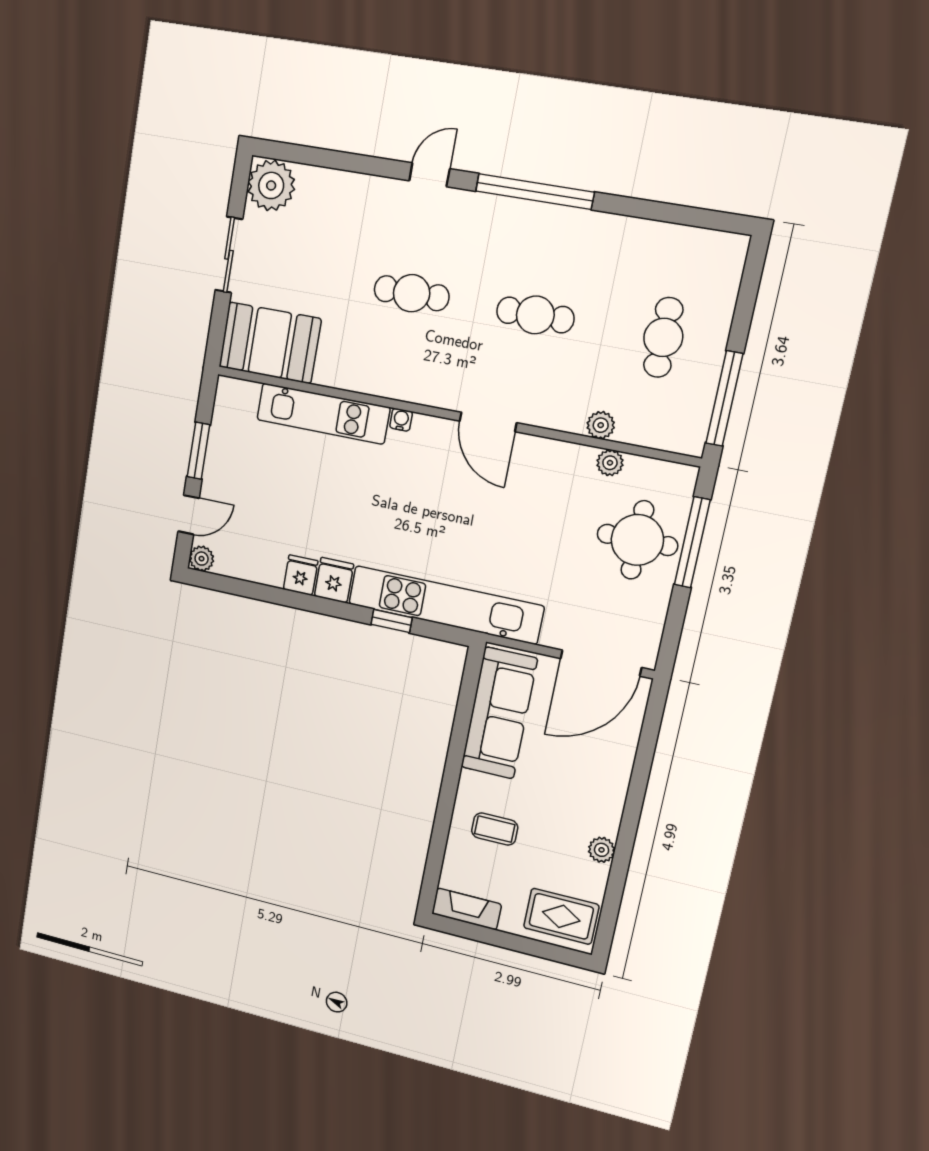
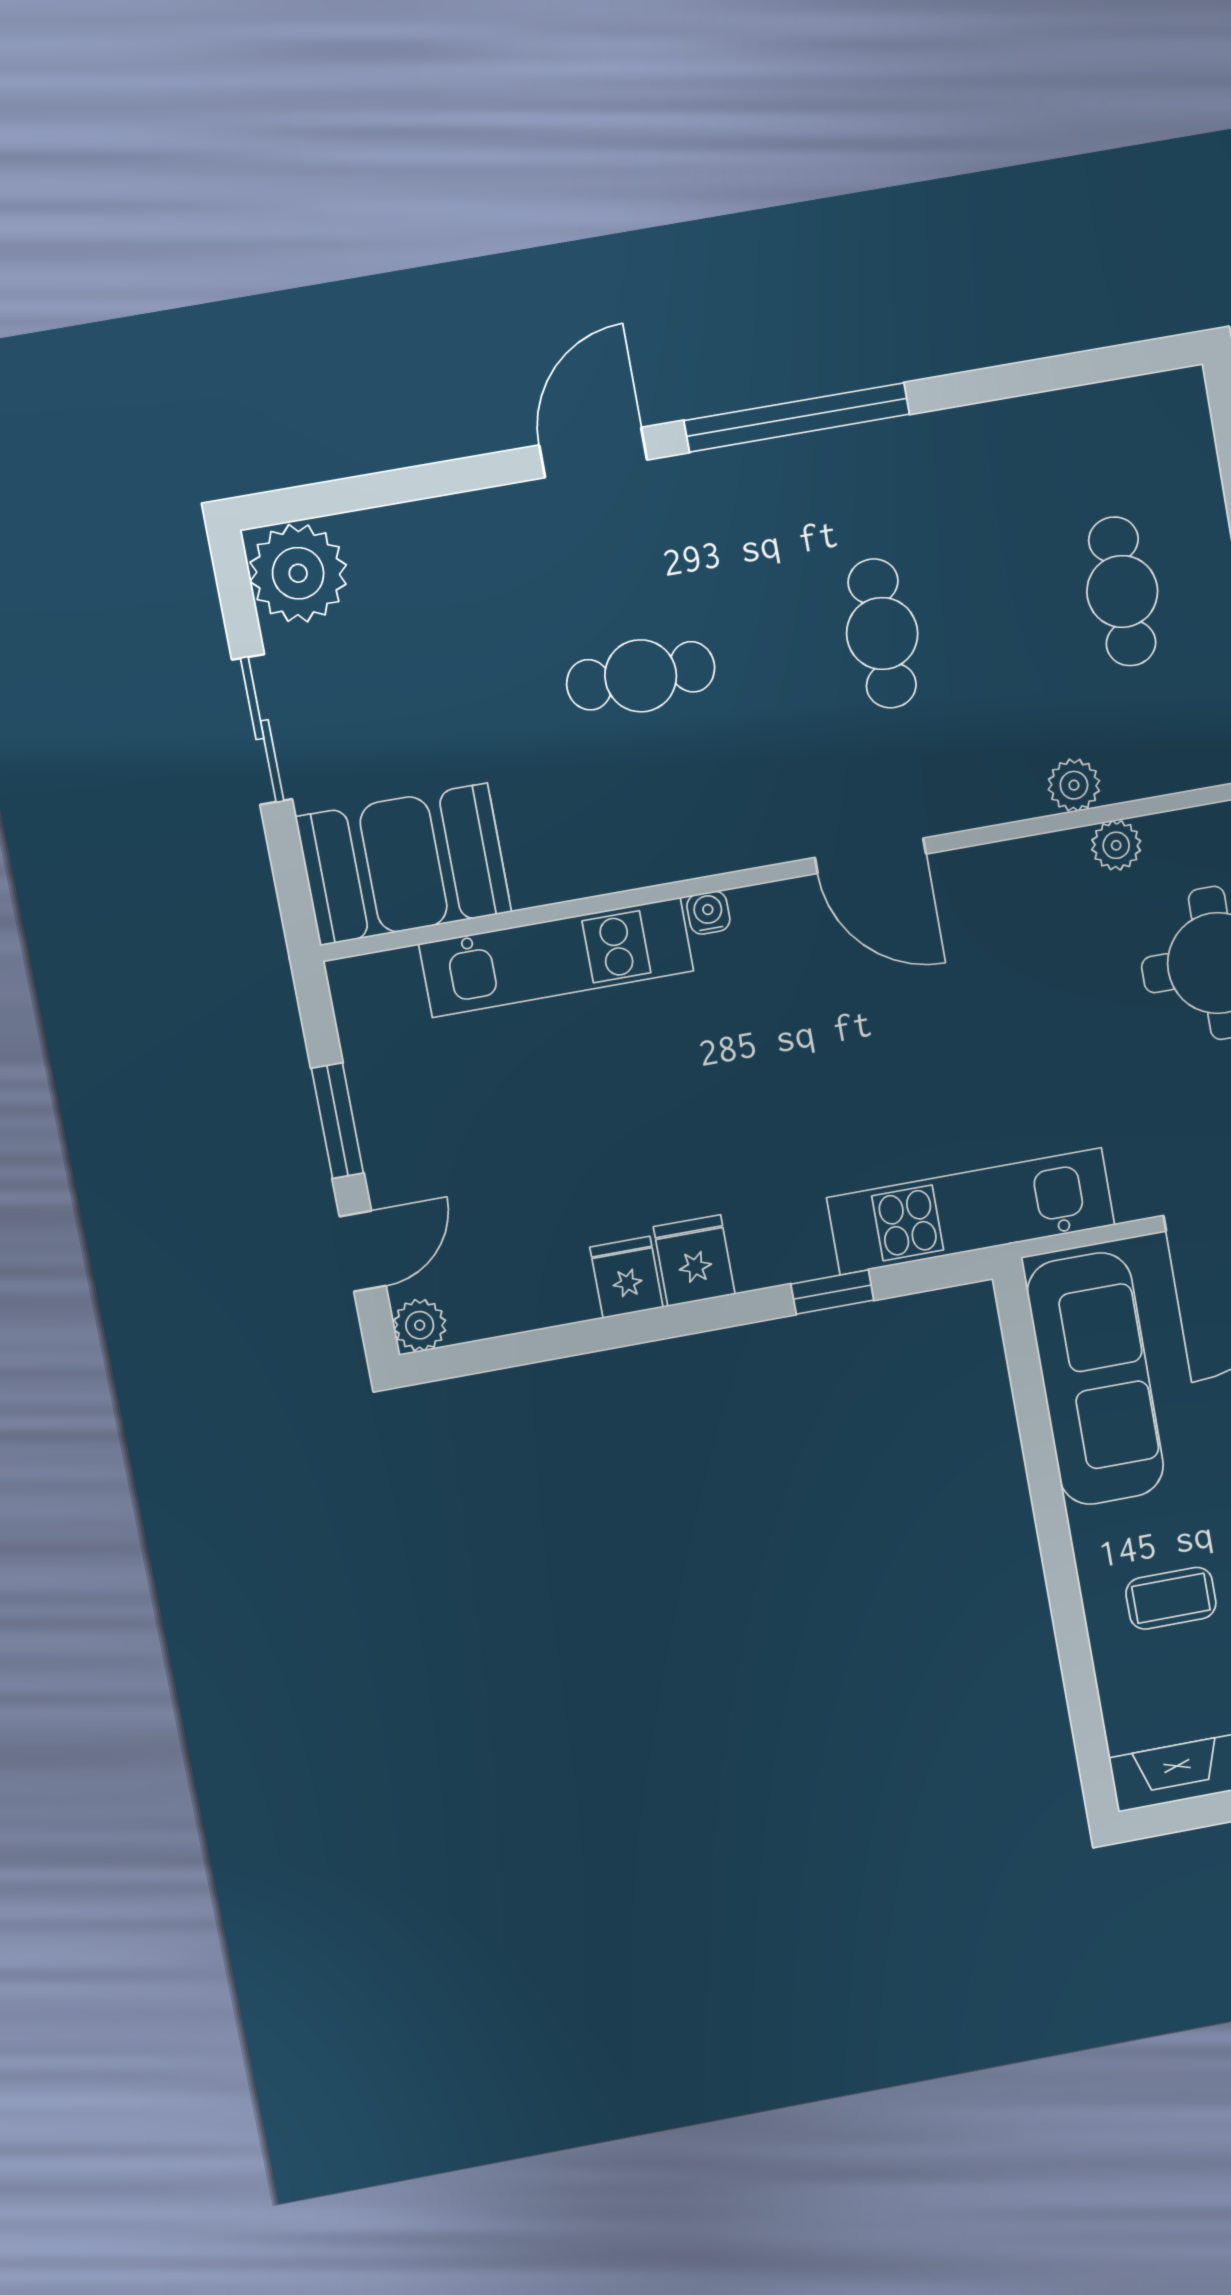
door: (429, 175) -> (593, 453), width x1.38
cafe table: (535, 315) -> (882, 634), turned 90
kitchen unit: (445, 605) -> (971, 1211), width x0.73

